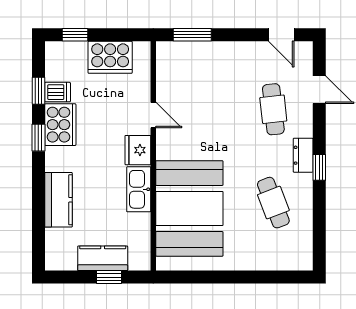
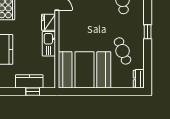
dresser: (303, 155) -> (139, 79), moved
booth: (189, 208) -> (84, 70), moved, turned 90

